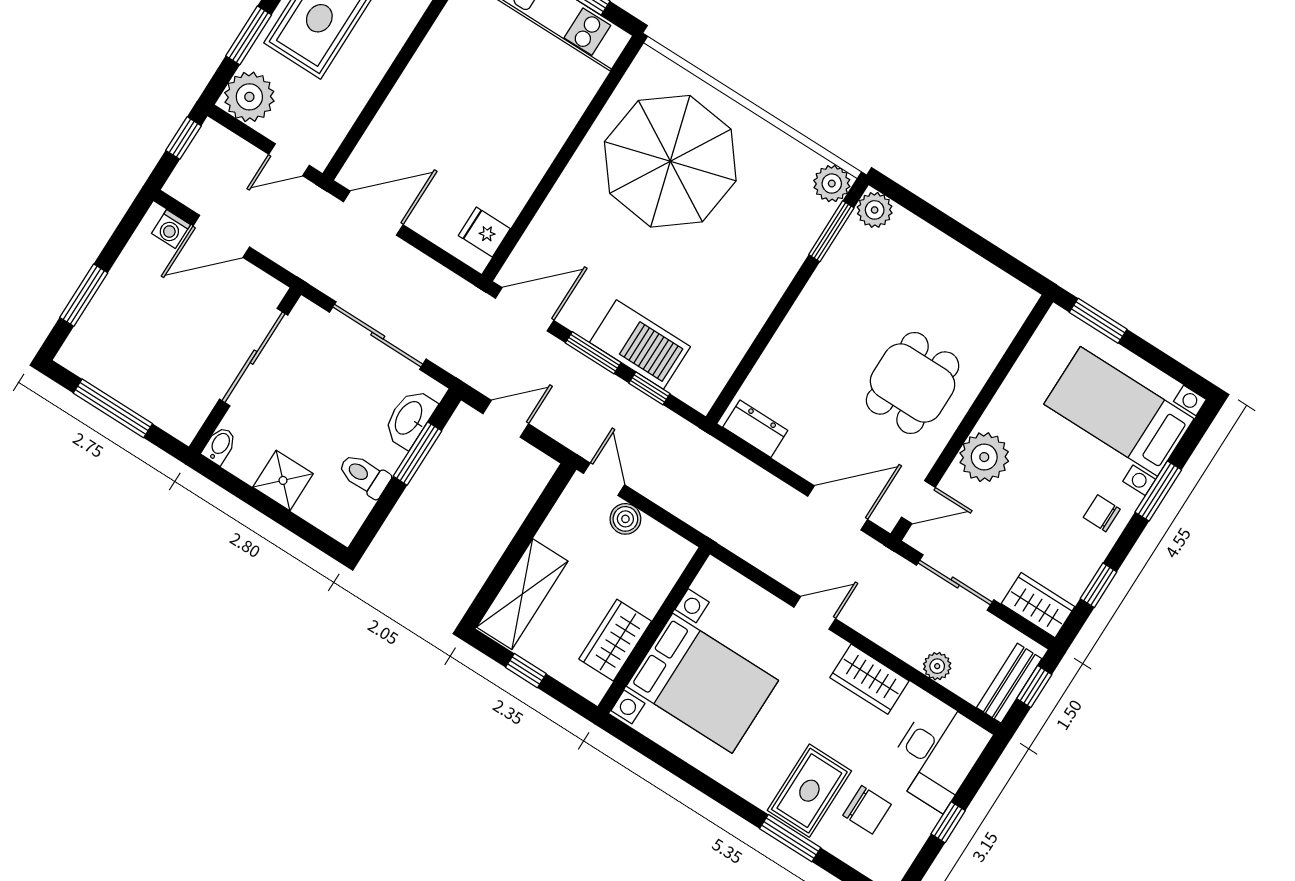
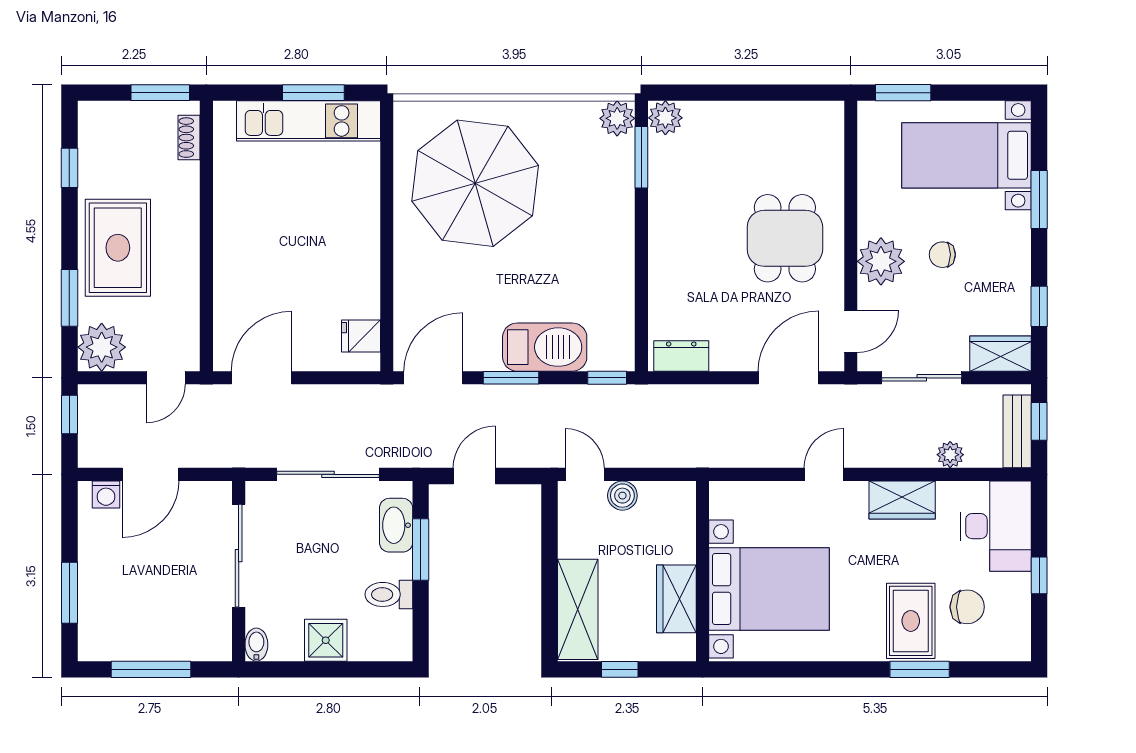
window: (649, 388) -> (607, 378), moved
chair: (1102, 513) -> (942, 255), moved

